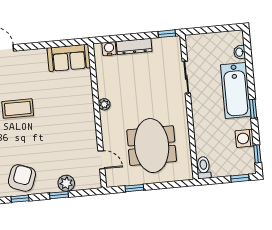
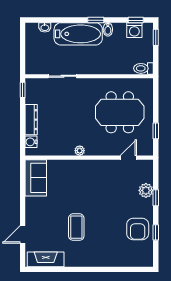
bidet: (244, 123) -> (108, 29), added
washing machine: (244, 138) -> (134, 30), moved
armchair: (22, 178) -> (138, 229), turned -110

